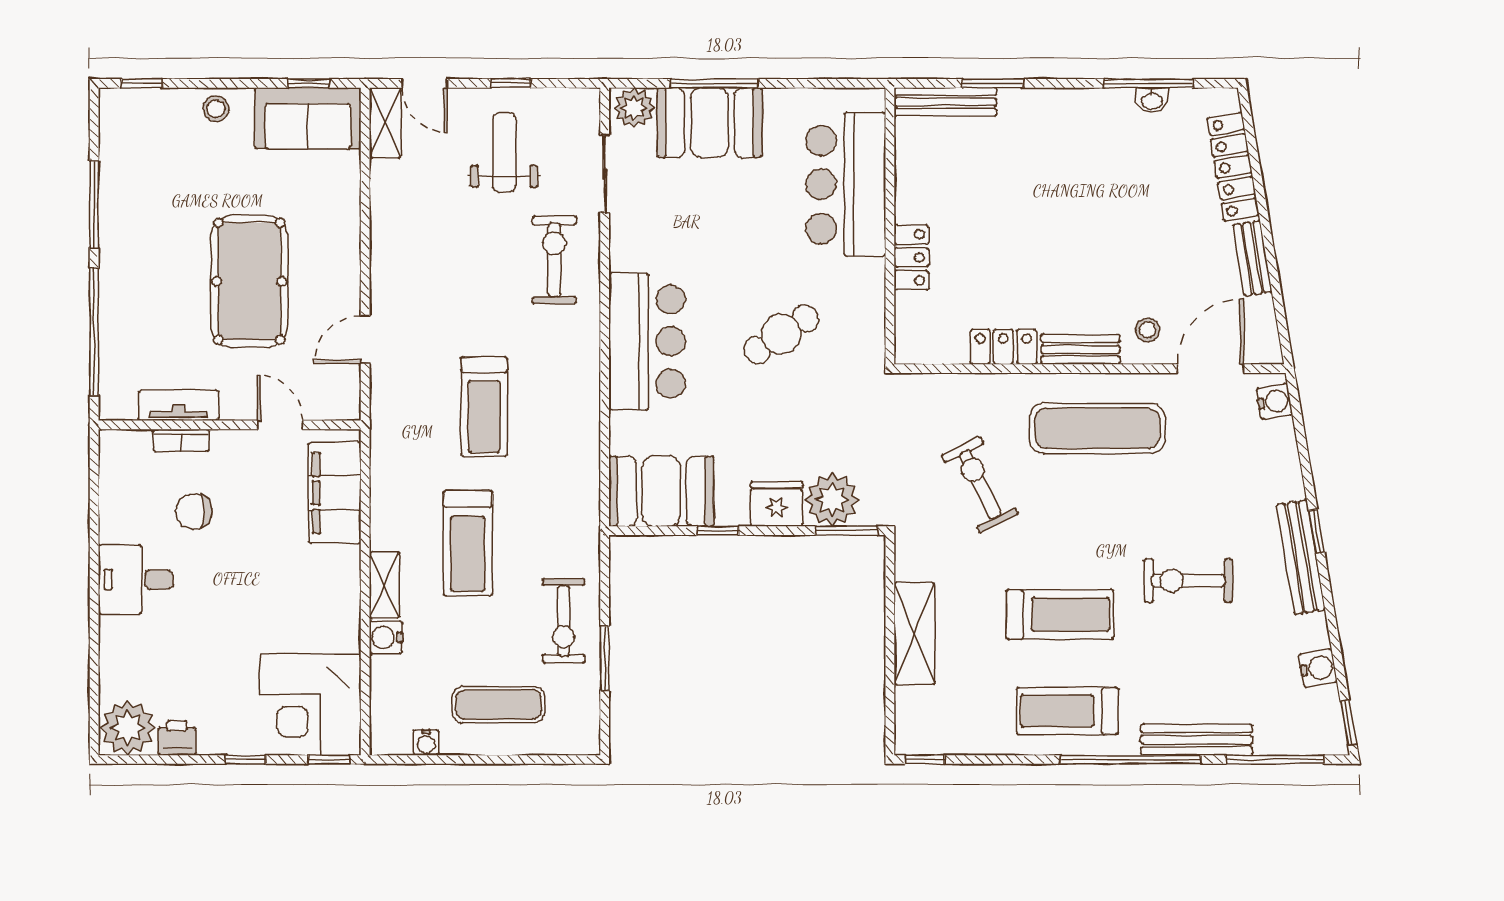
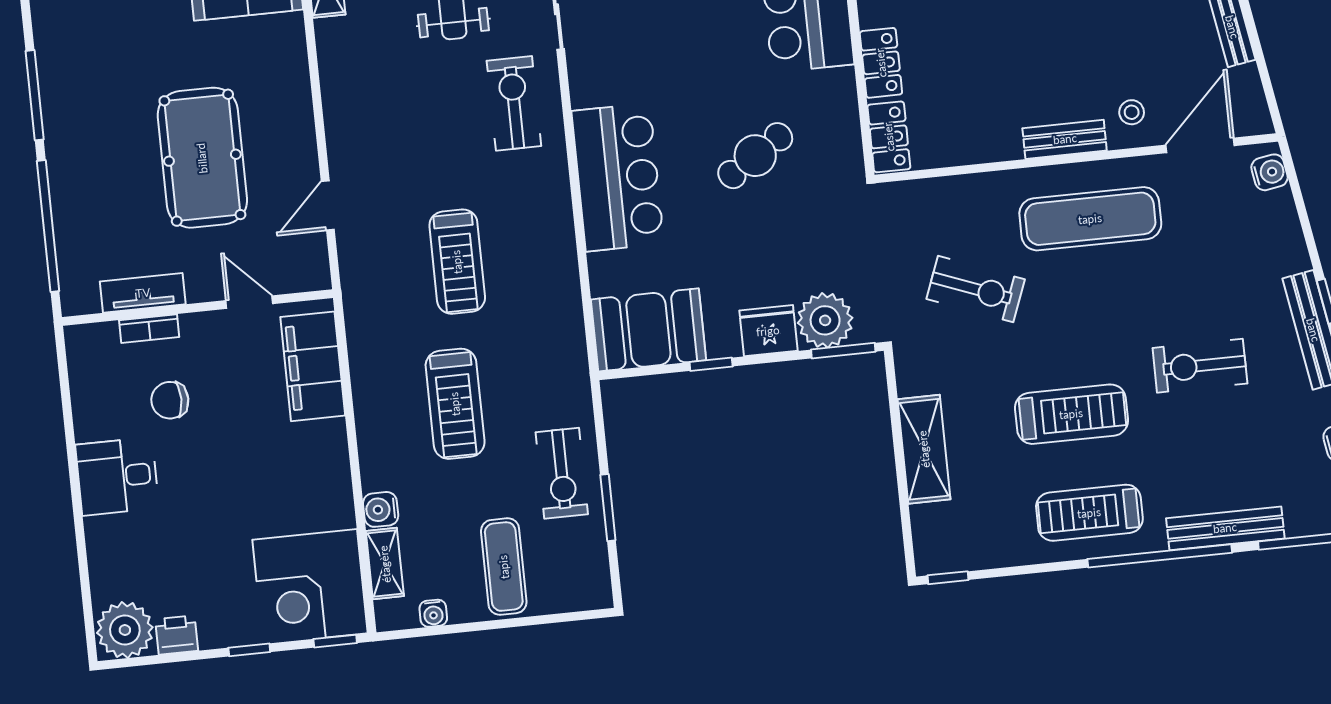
locker: (1003, 347) -> (889, 137), moved, turned 90
exercise bike: (980, 485) -> (976, 289), turned 137
shelving: (384, 585) -> (385, 564), moved
exercise mat: (499, 705) -> (504, 567), turned 90

